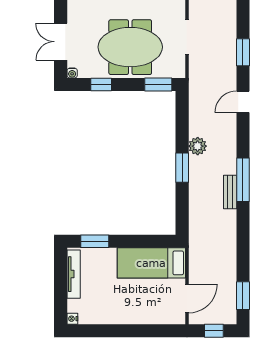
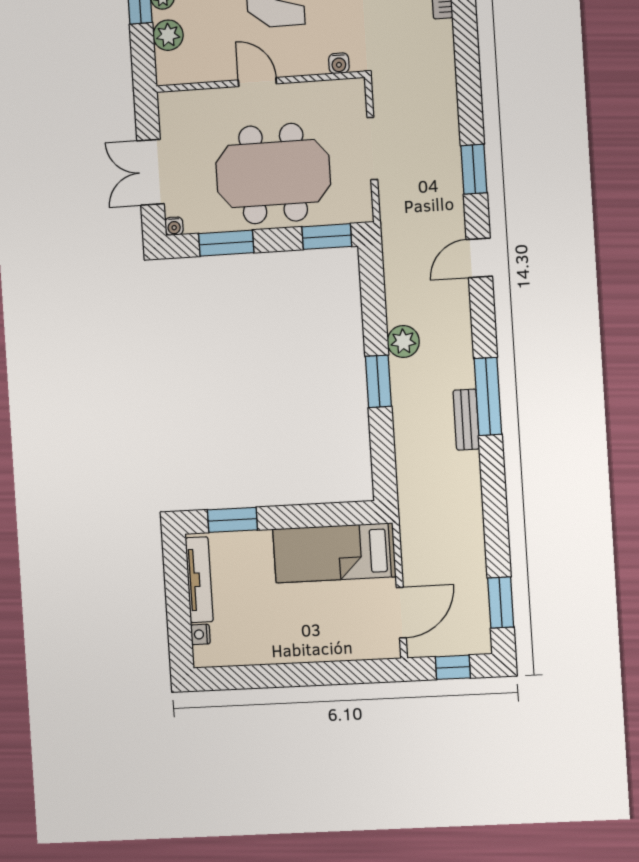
window: (101, 84) -> (226, 243), width x1.50
nightstand: (72, 319) -> (200, 634), moved

